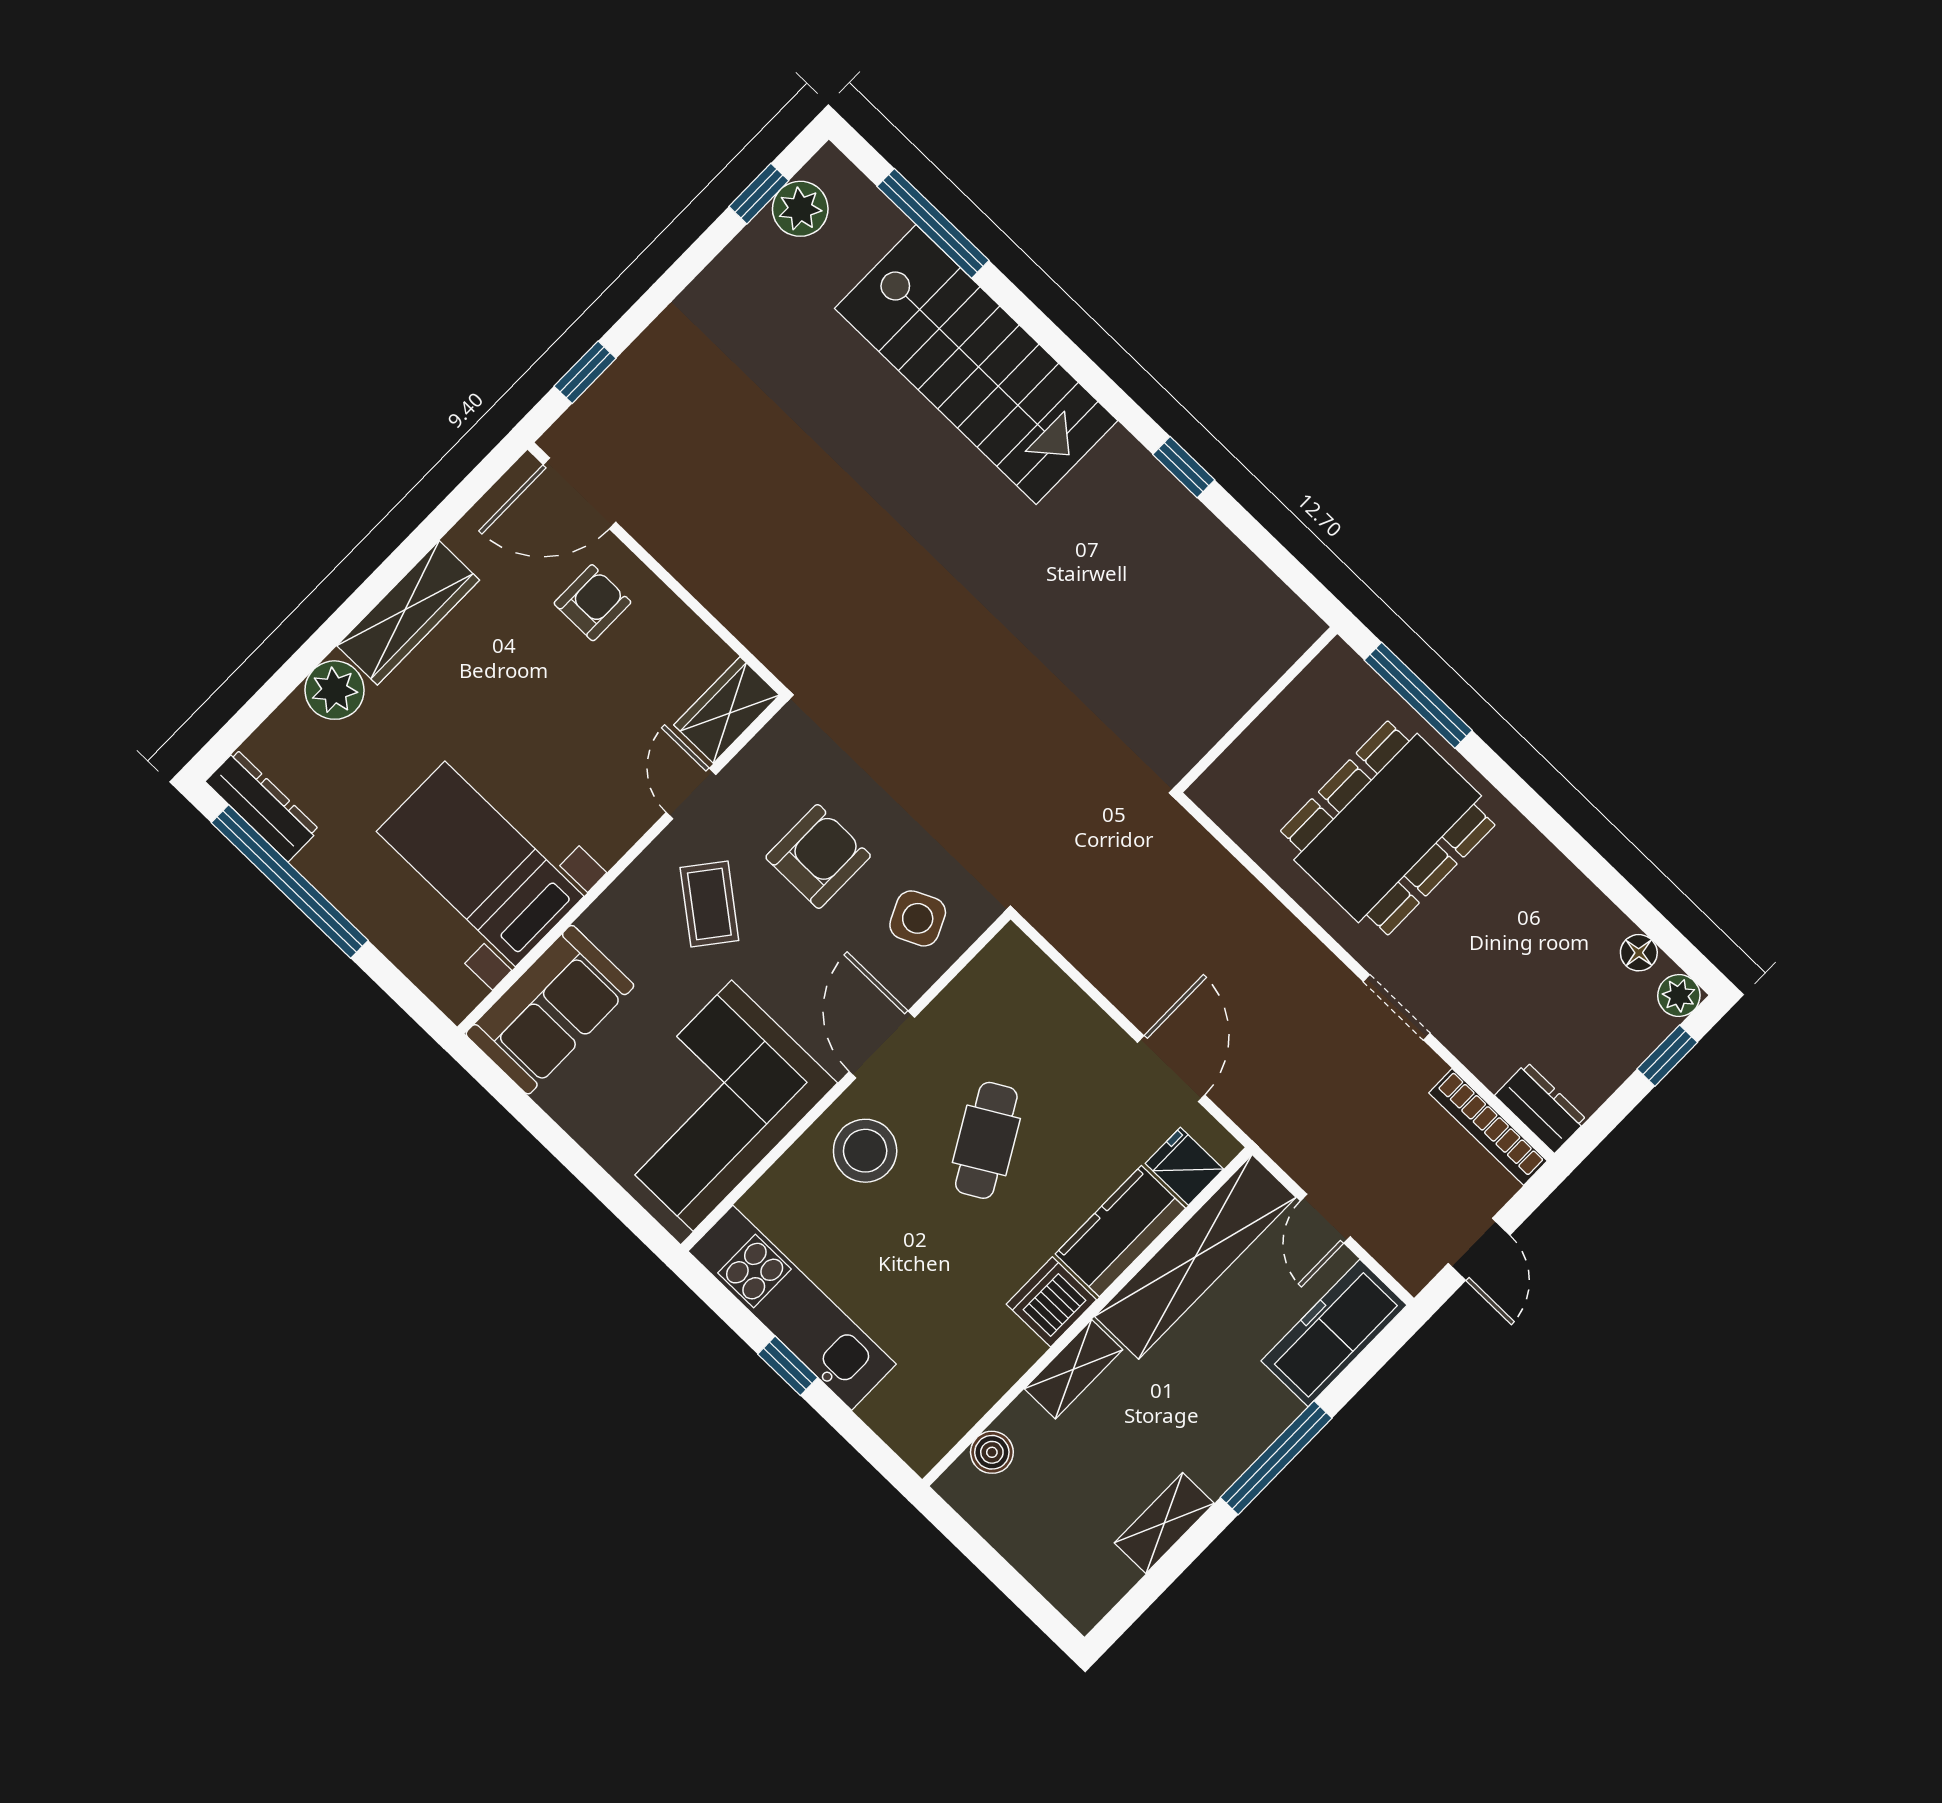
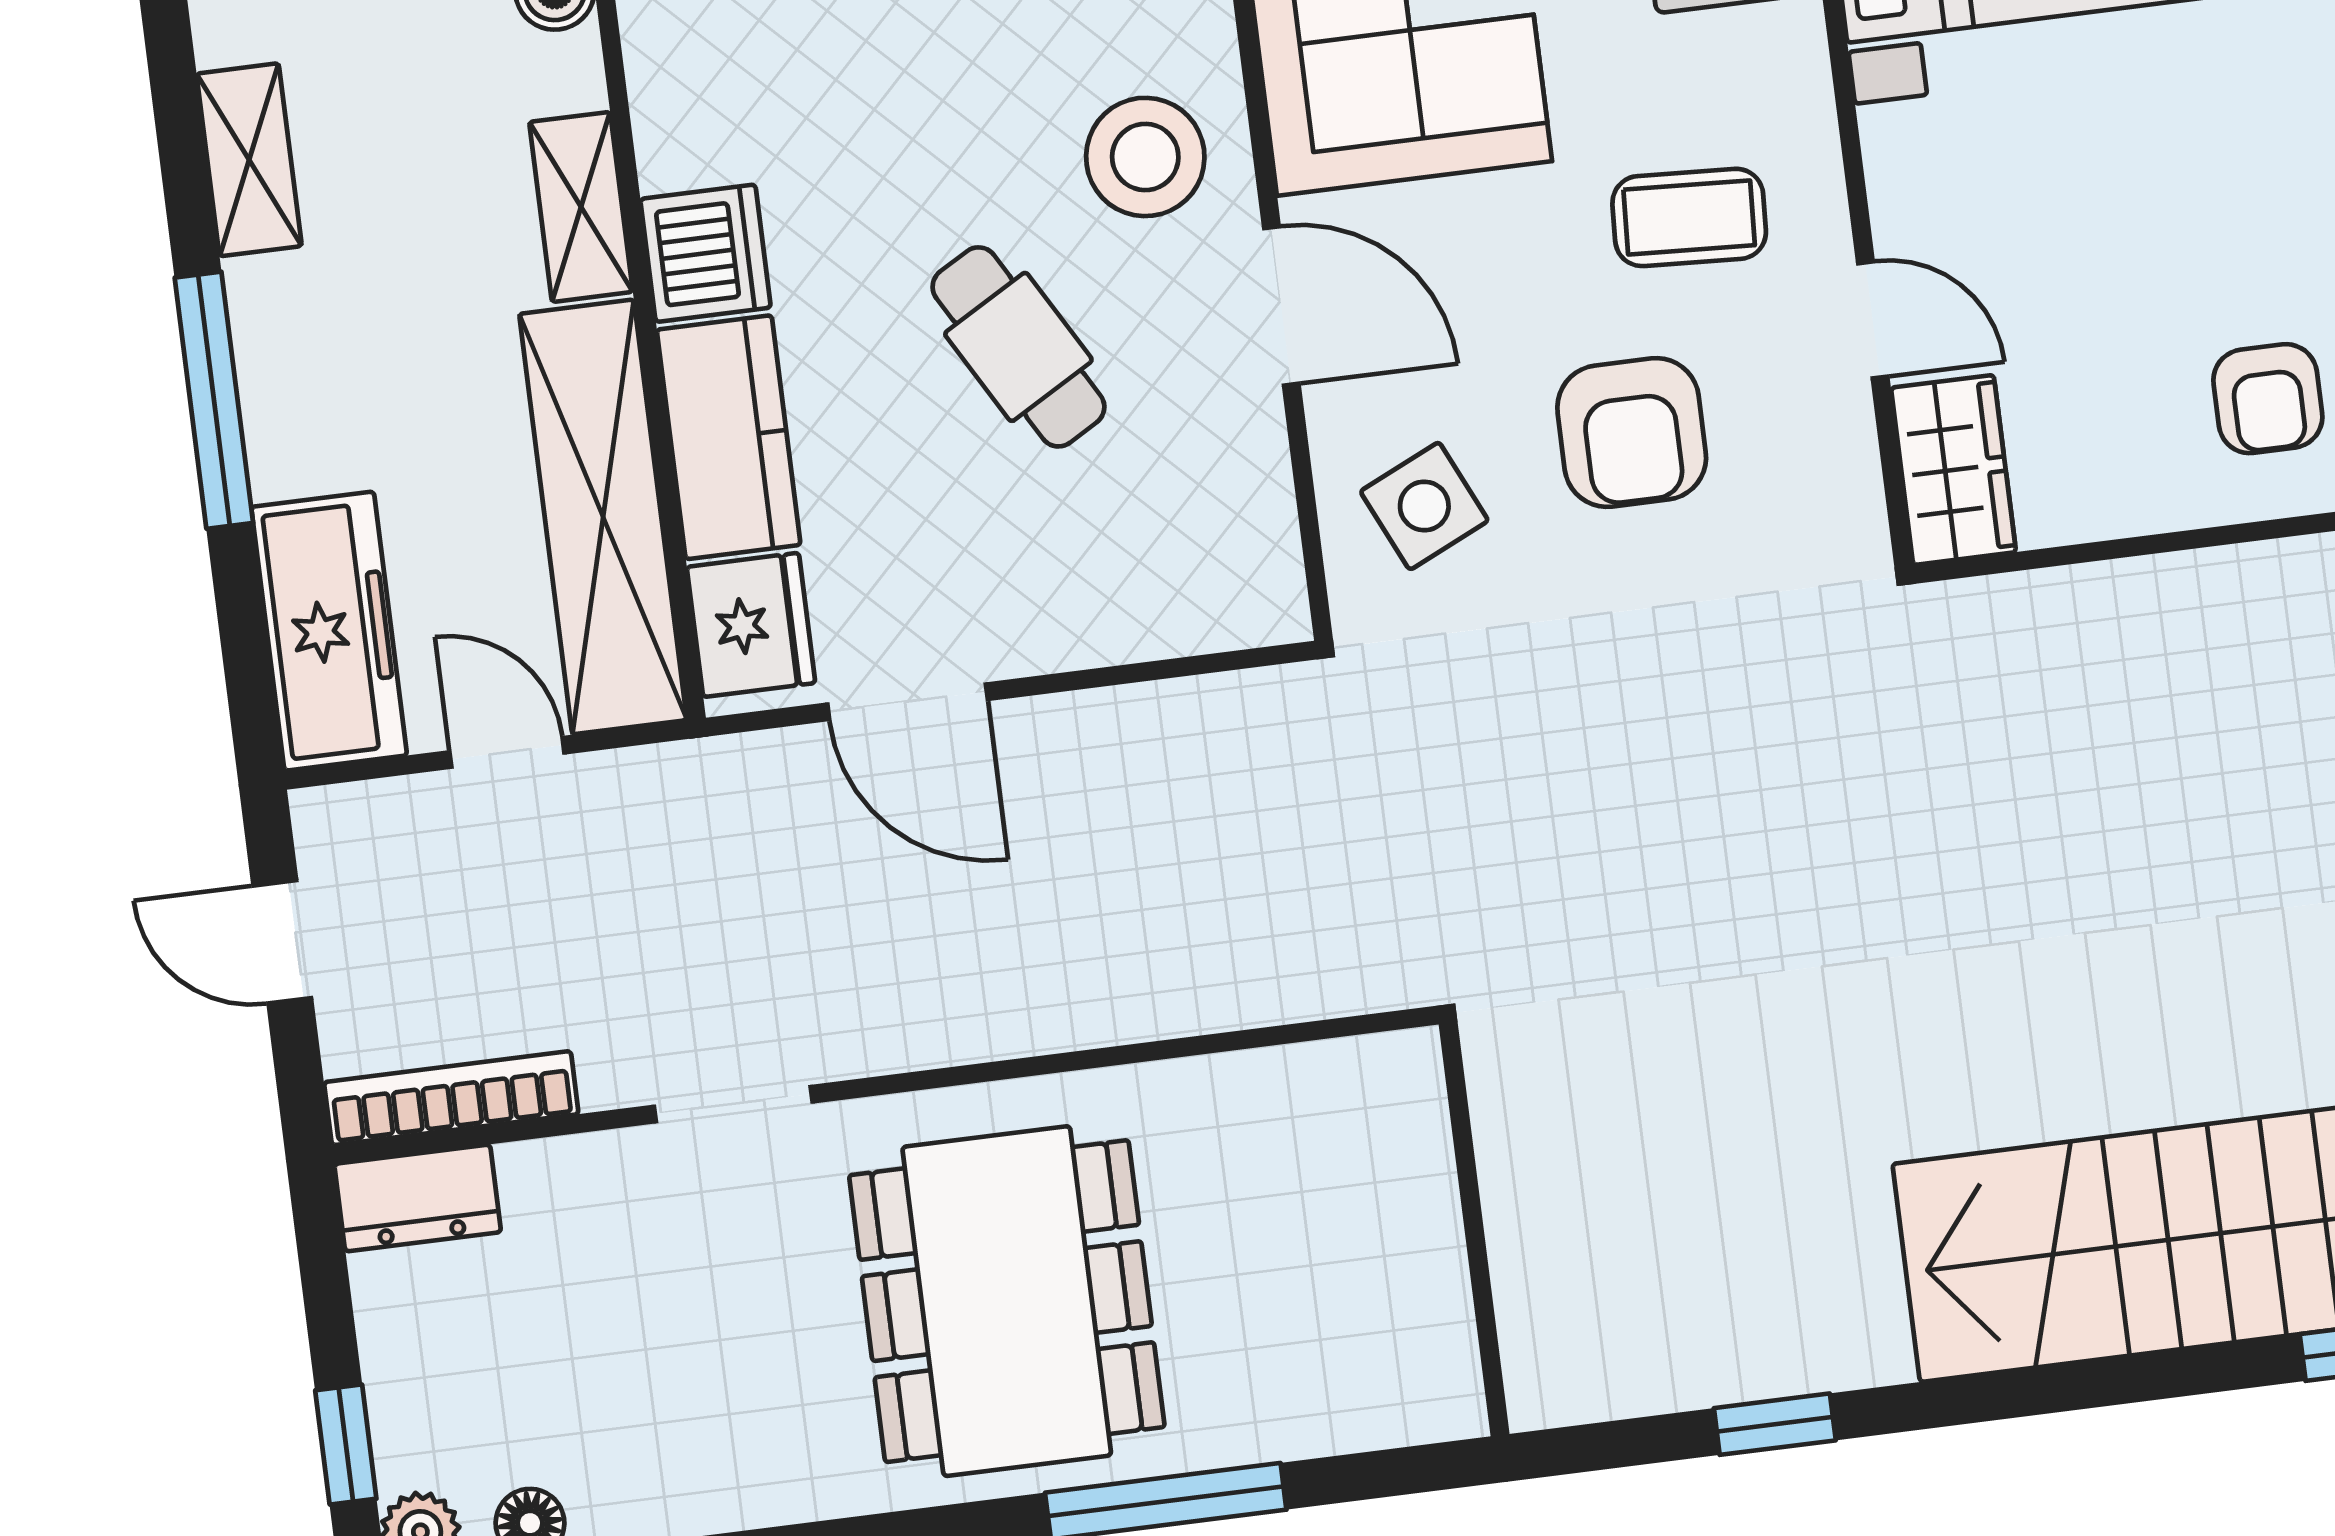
wall: (1256, 710) -> (1474, 1229), moved
coffee table: (709, 904) -> (1689, 217), turned -35
fridge: (1184, 1166) -> (751, 625), width x1.38

